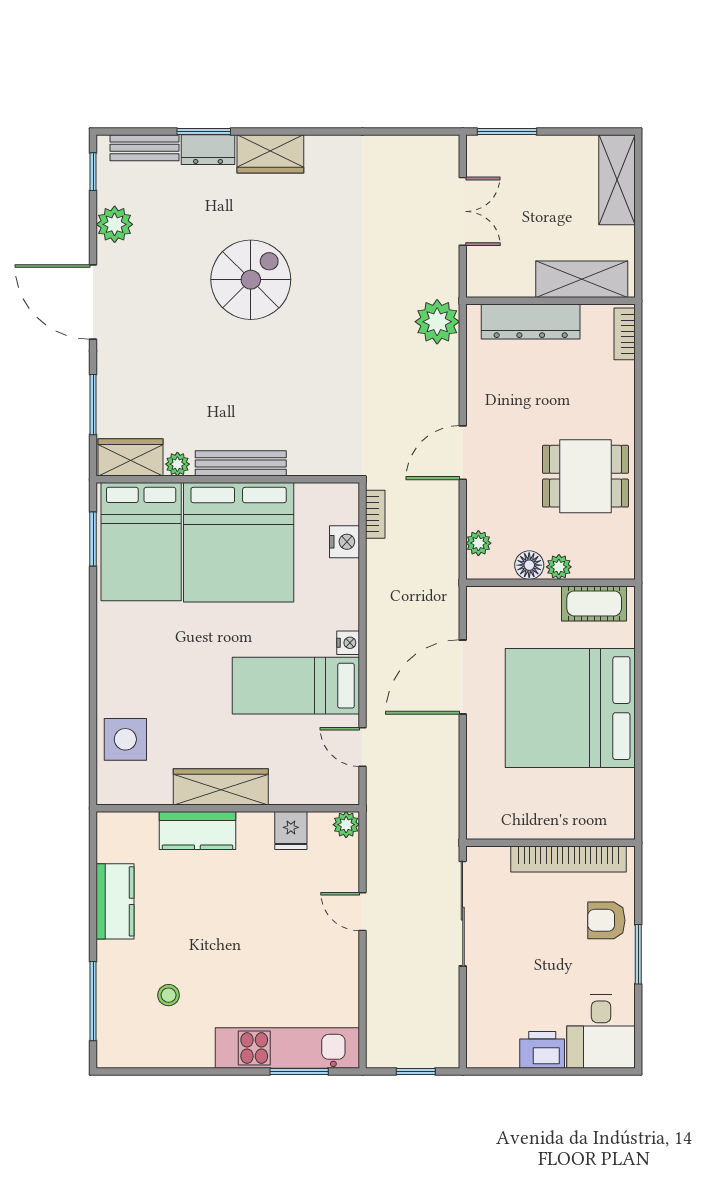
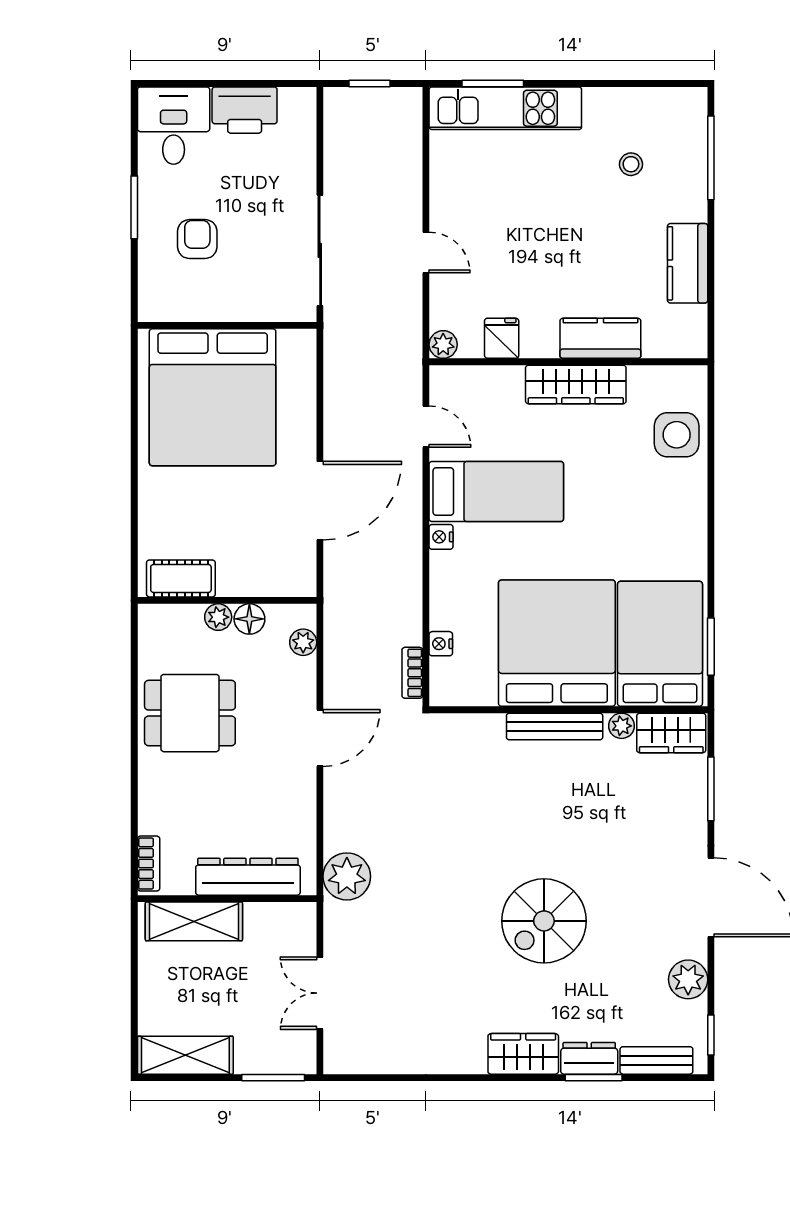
shelving: (617, 180) -> (185, 1055), moved, turned 90
nightstand: (345, 542) -> (441, 644), width x0.72, depth x0.74
bed: (570, 708) -> (213, 397), moved, turned 90
bookcase: (569, 859) -> (208, 308), removed
armchair: (606, 920) -> (197, 239), moved, turned -90
printer: (542, 1050) -> (245, 110), width x1.37, depth x1.19

